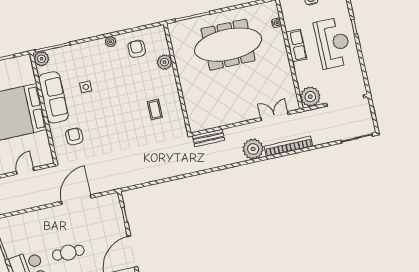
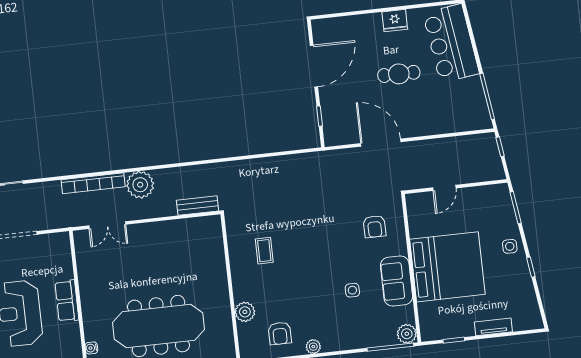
row of seats: (296, 46) -> (67, 301), moved
sofa: (53, 97) -> (396, 281), width x0.73
plant: (310, 97) -> (57, 246), removed
door: (76, 200) -> (381, 143), swing flipped

